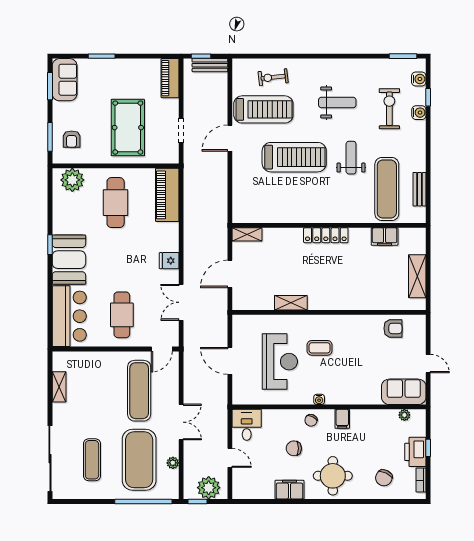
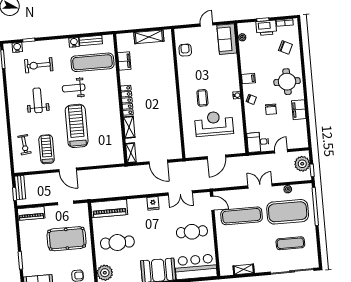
treadmill: (263, 109) -> (47, 149), width x0.73, depth x0.73
water cooler: (419, 113) -> (74, 42), moved
shelving: (291, 303) -> (129, 127), moved

